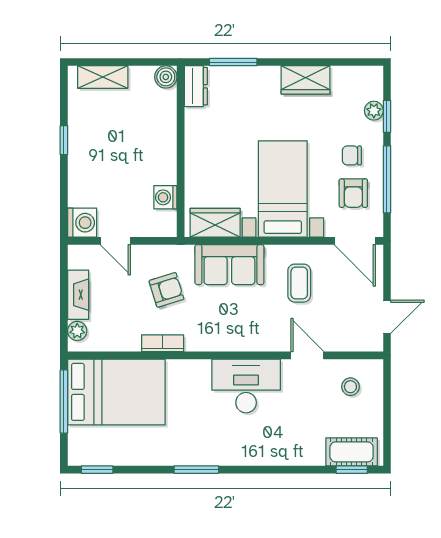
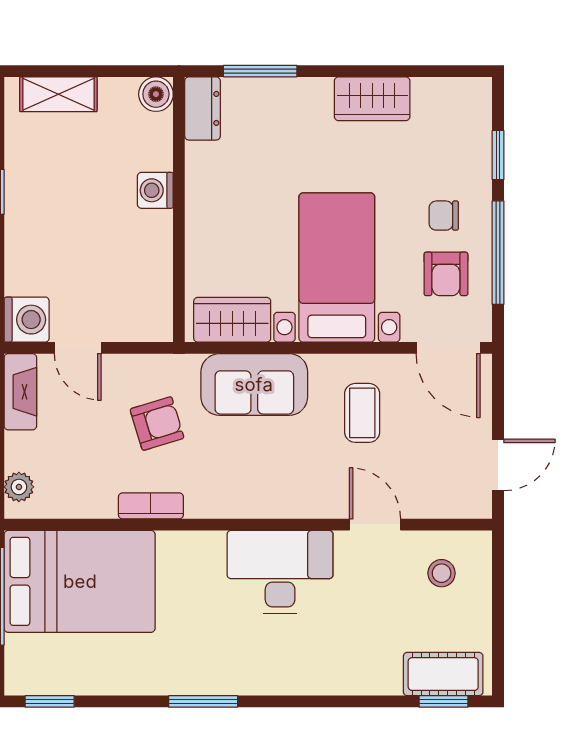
plant: (374, 111) -> (478, 146), removed
washing machine: (165, 197) -> (155, 190), moved
fireplace: (78, 295) -> (20, 392), moved

